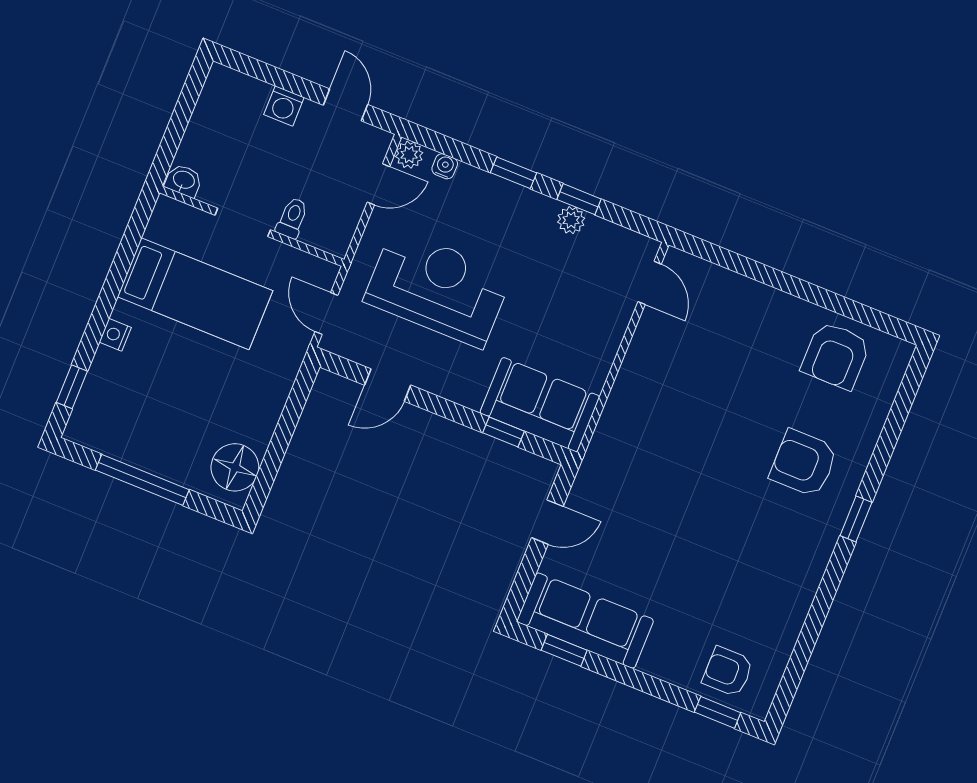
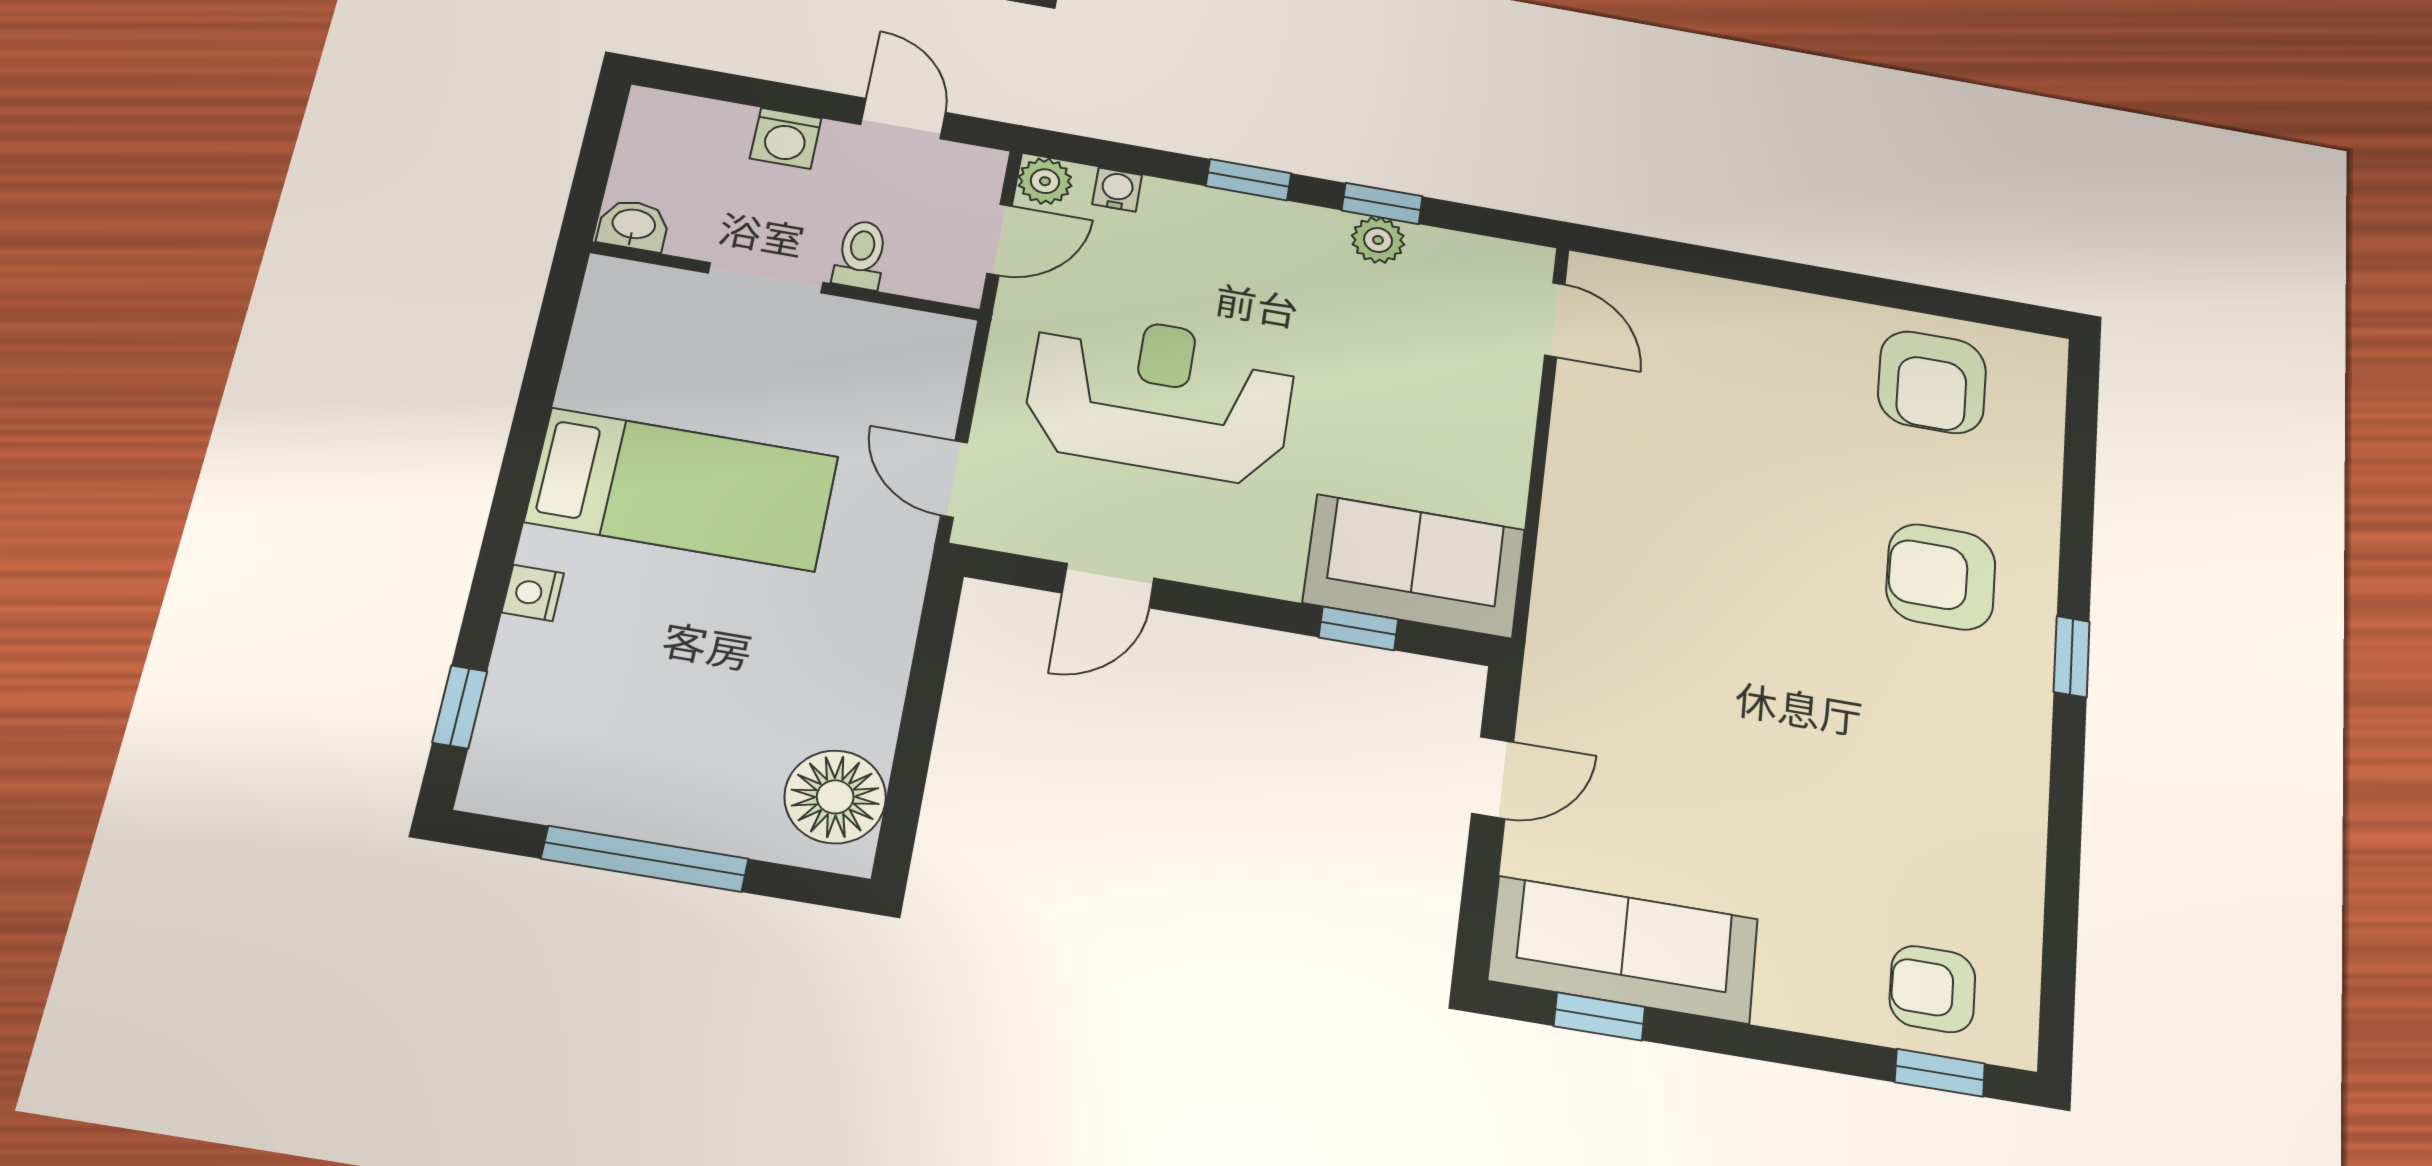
washbasin: (184, 180) -> (634, 225), moved
toilet: (292, 218) -> (861, 255), moved
doorway: (243, 222) -> (766, 278), moved
wall: (252, 226) -> (785, 281), moved

